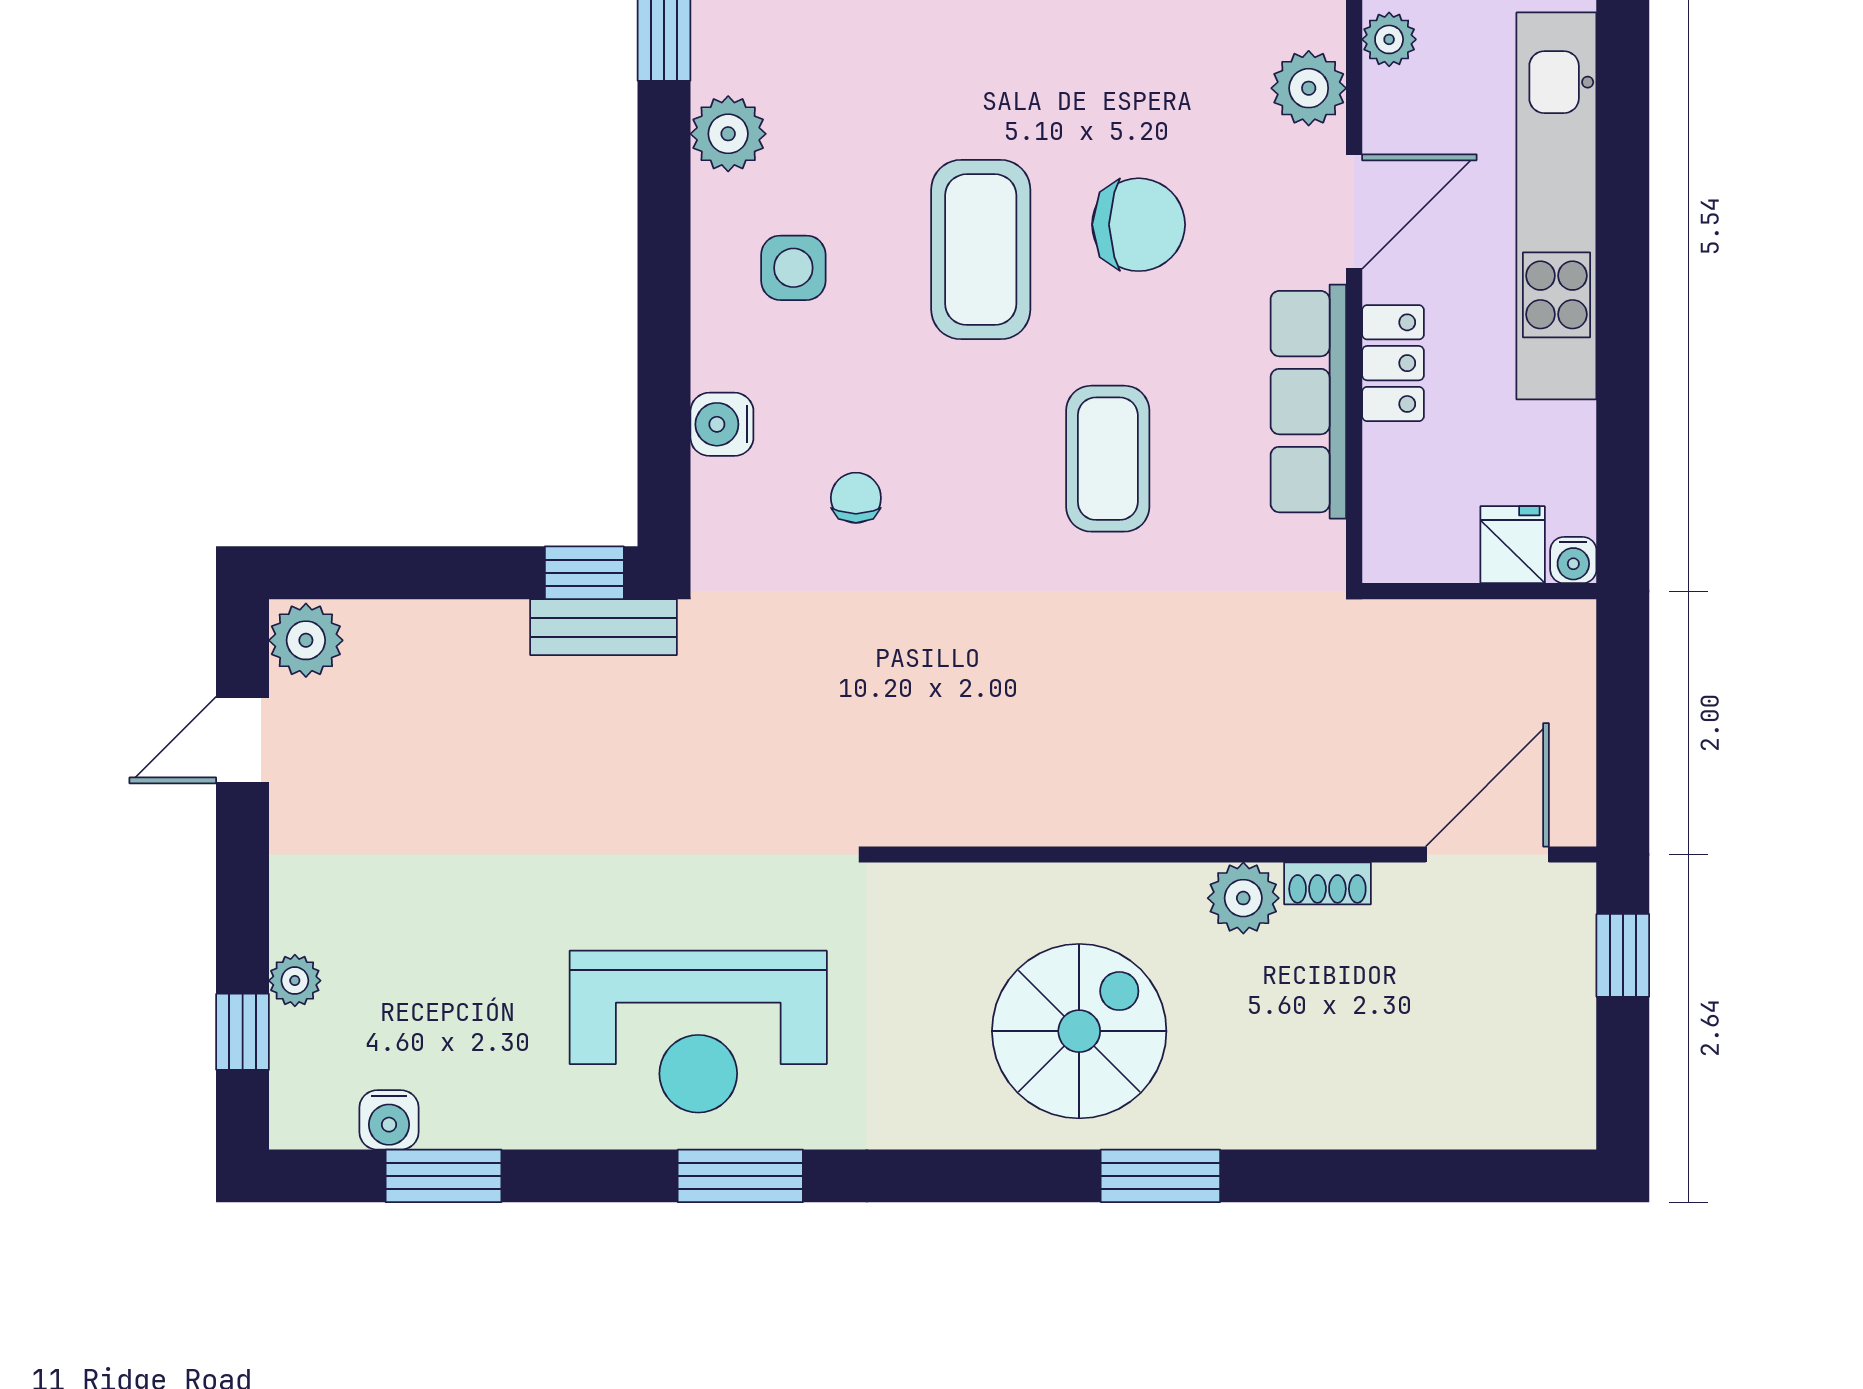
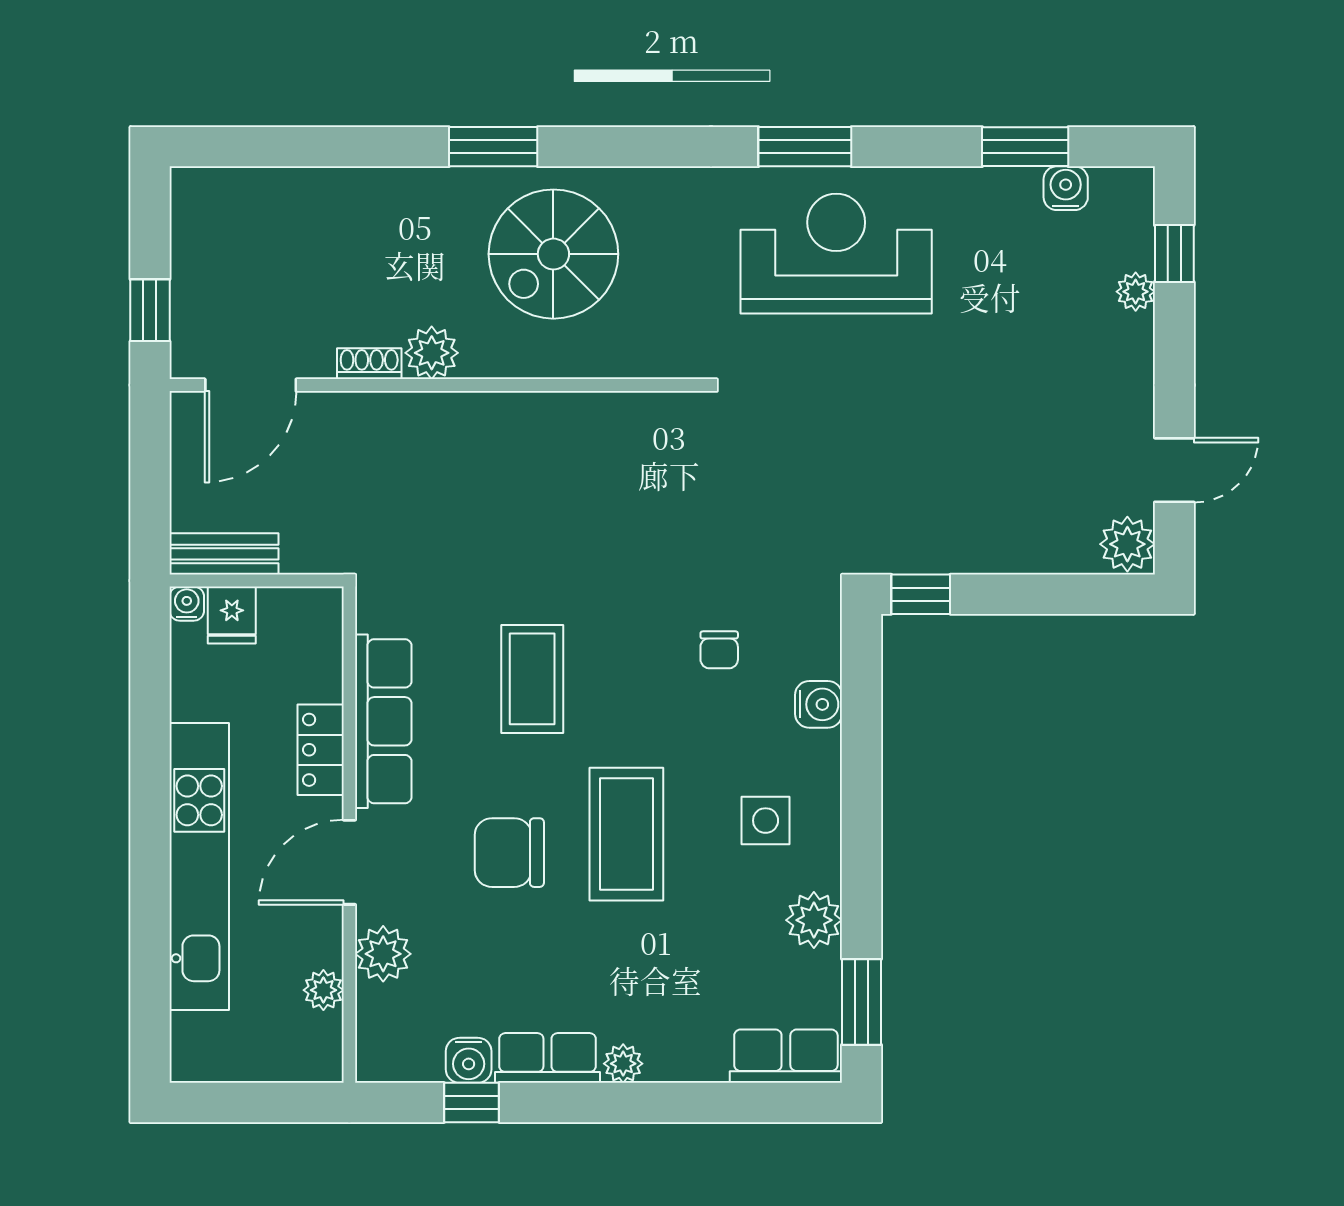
bench: (604, 627) -> (224, 554), moved

